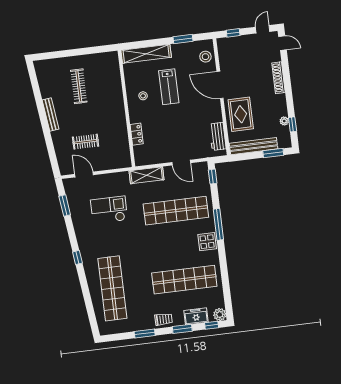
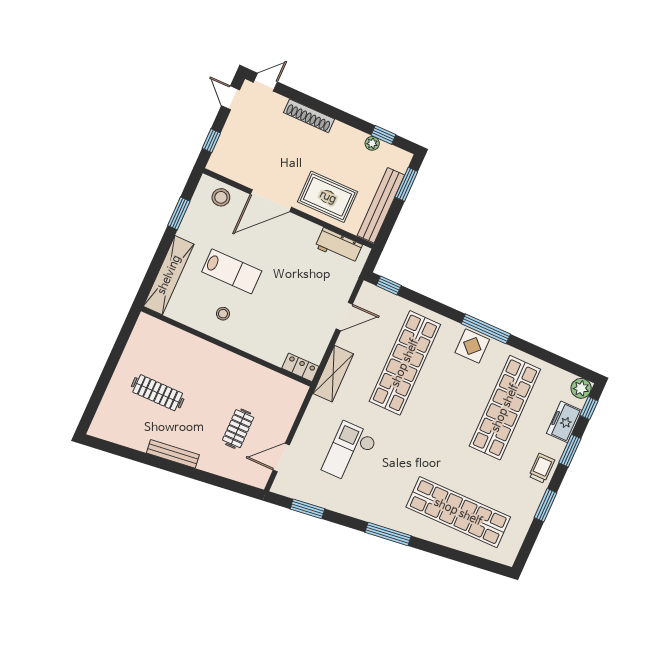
locker: (137, 134) -> (300, 367), moved
window: (218, 224) -> (486, 329), moved
window: (77, 257) -> (388, 534), width x2.17

